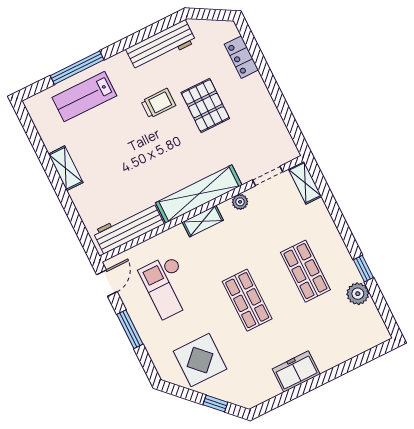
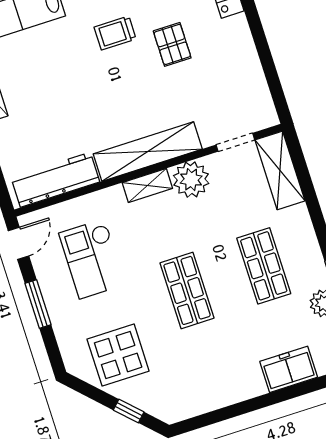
trolley: (158, 103) -> (115, 33), turned 180
pallet: (205, 105) -> (172, 44), width x0.67, depth x0.71
shelving: (305, 183) -> (280, 170), width x1.50, depth x1.33
plant: (240, 202) -> (191, 180), width x1.87, depth x1.87
freezer: (296, 372) -> (289, 369), moved

